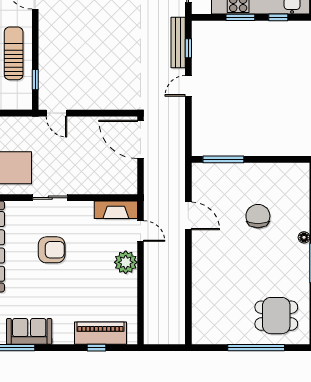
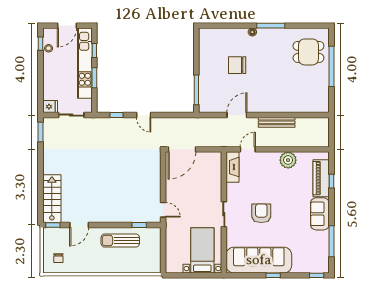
bench: (178, 42) -> (277, 122), moved
door: (56, 113) -> (163, 210), hinge flipped
plant: (126, 262) -> (288, 160), moved
dining table: (276, 316) -> (308, 52), turned 90
sofa: (29, 331) -> (320, 214), moved

